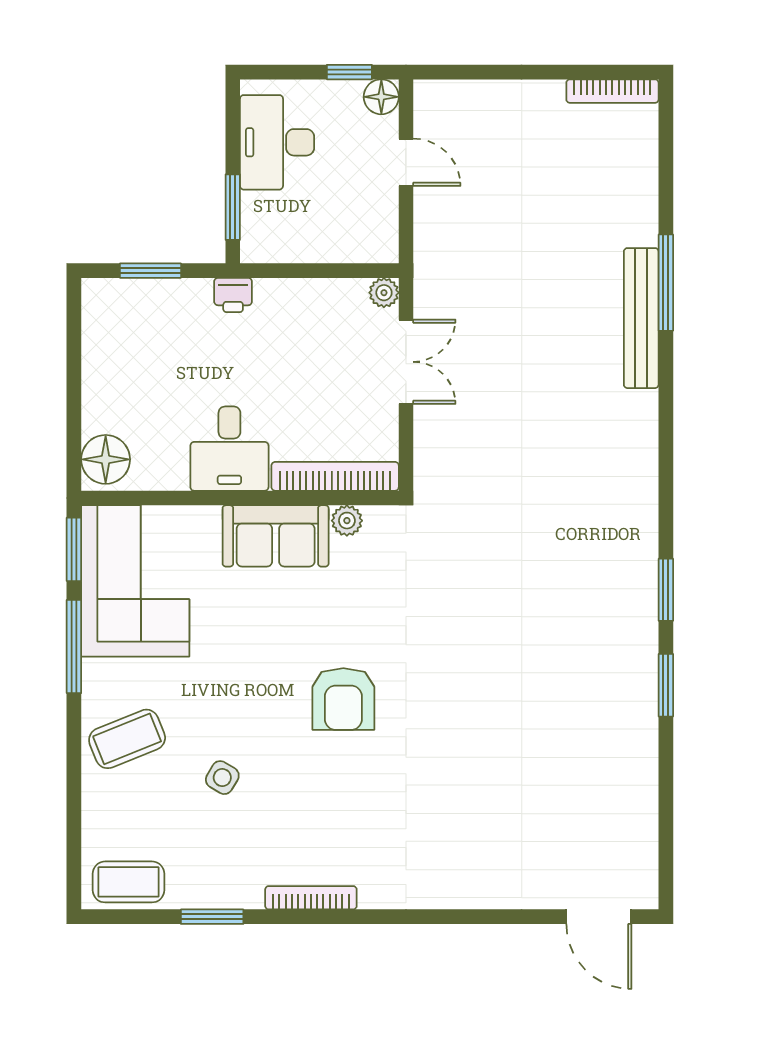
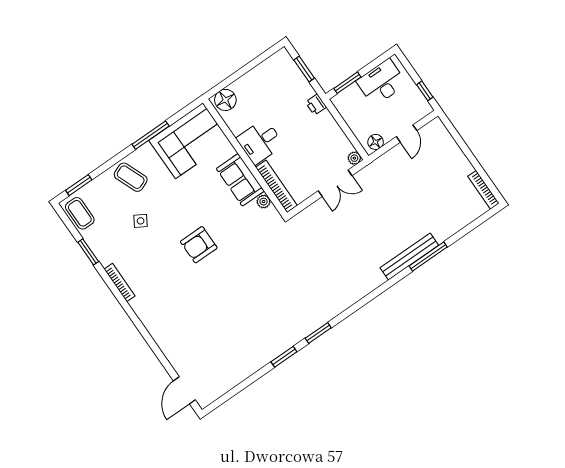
floor lamp: (381, 97) -> (376, 142), moved
window: (74, 549) -> (79, 185), moved

